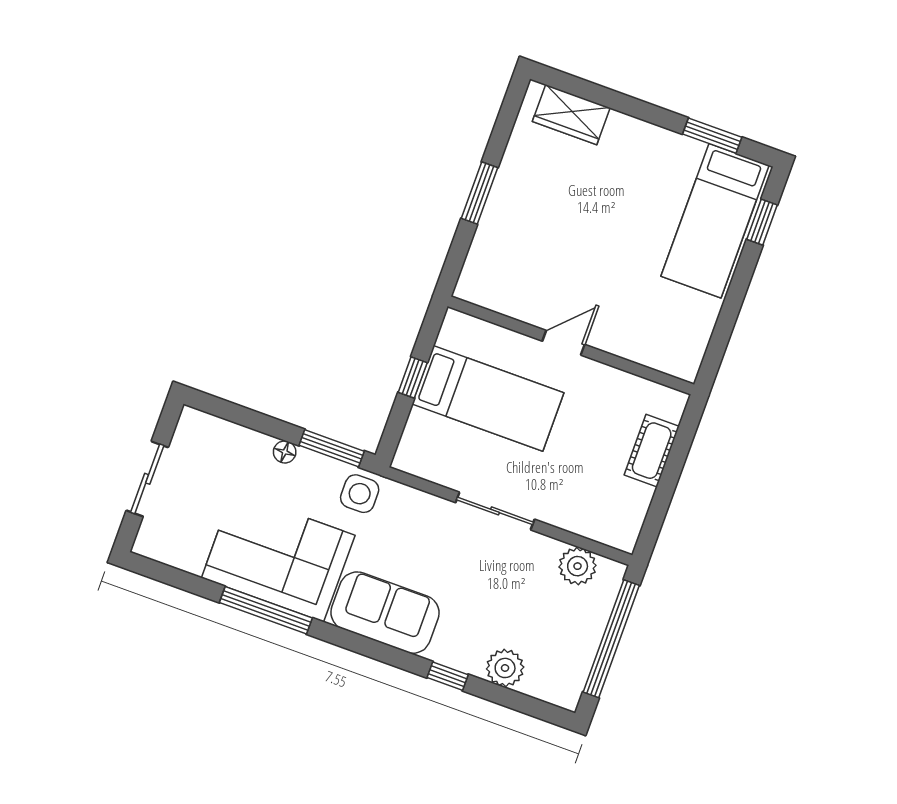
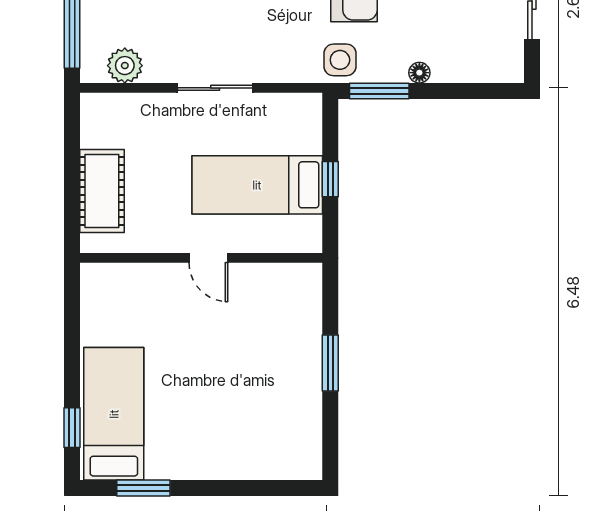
wardrobe: (571, 115) -> (275, 461), removed
door: (564, 343) -> (208, 258), hinge flipped
cot: (652, 451) -> (102, 191), width x1.37, depth x1.34

